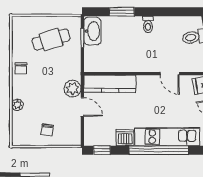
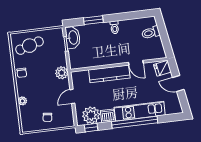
cafe table: (51, 39) -> (29, 46), moved
kitchen counter: (110, 84) -> (109, 74), moved
plant: (73, 89) -> (62, 73), moved
door: (82, 107) -> (72, 96), swing flipped
plant: (104, 134) -> (91, 115), added

